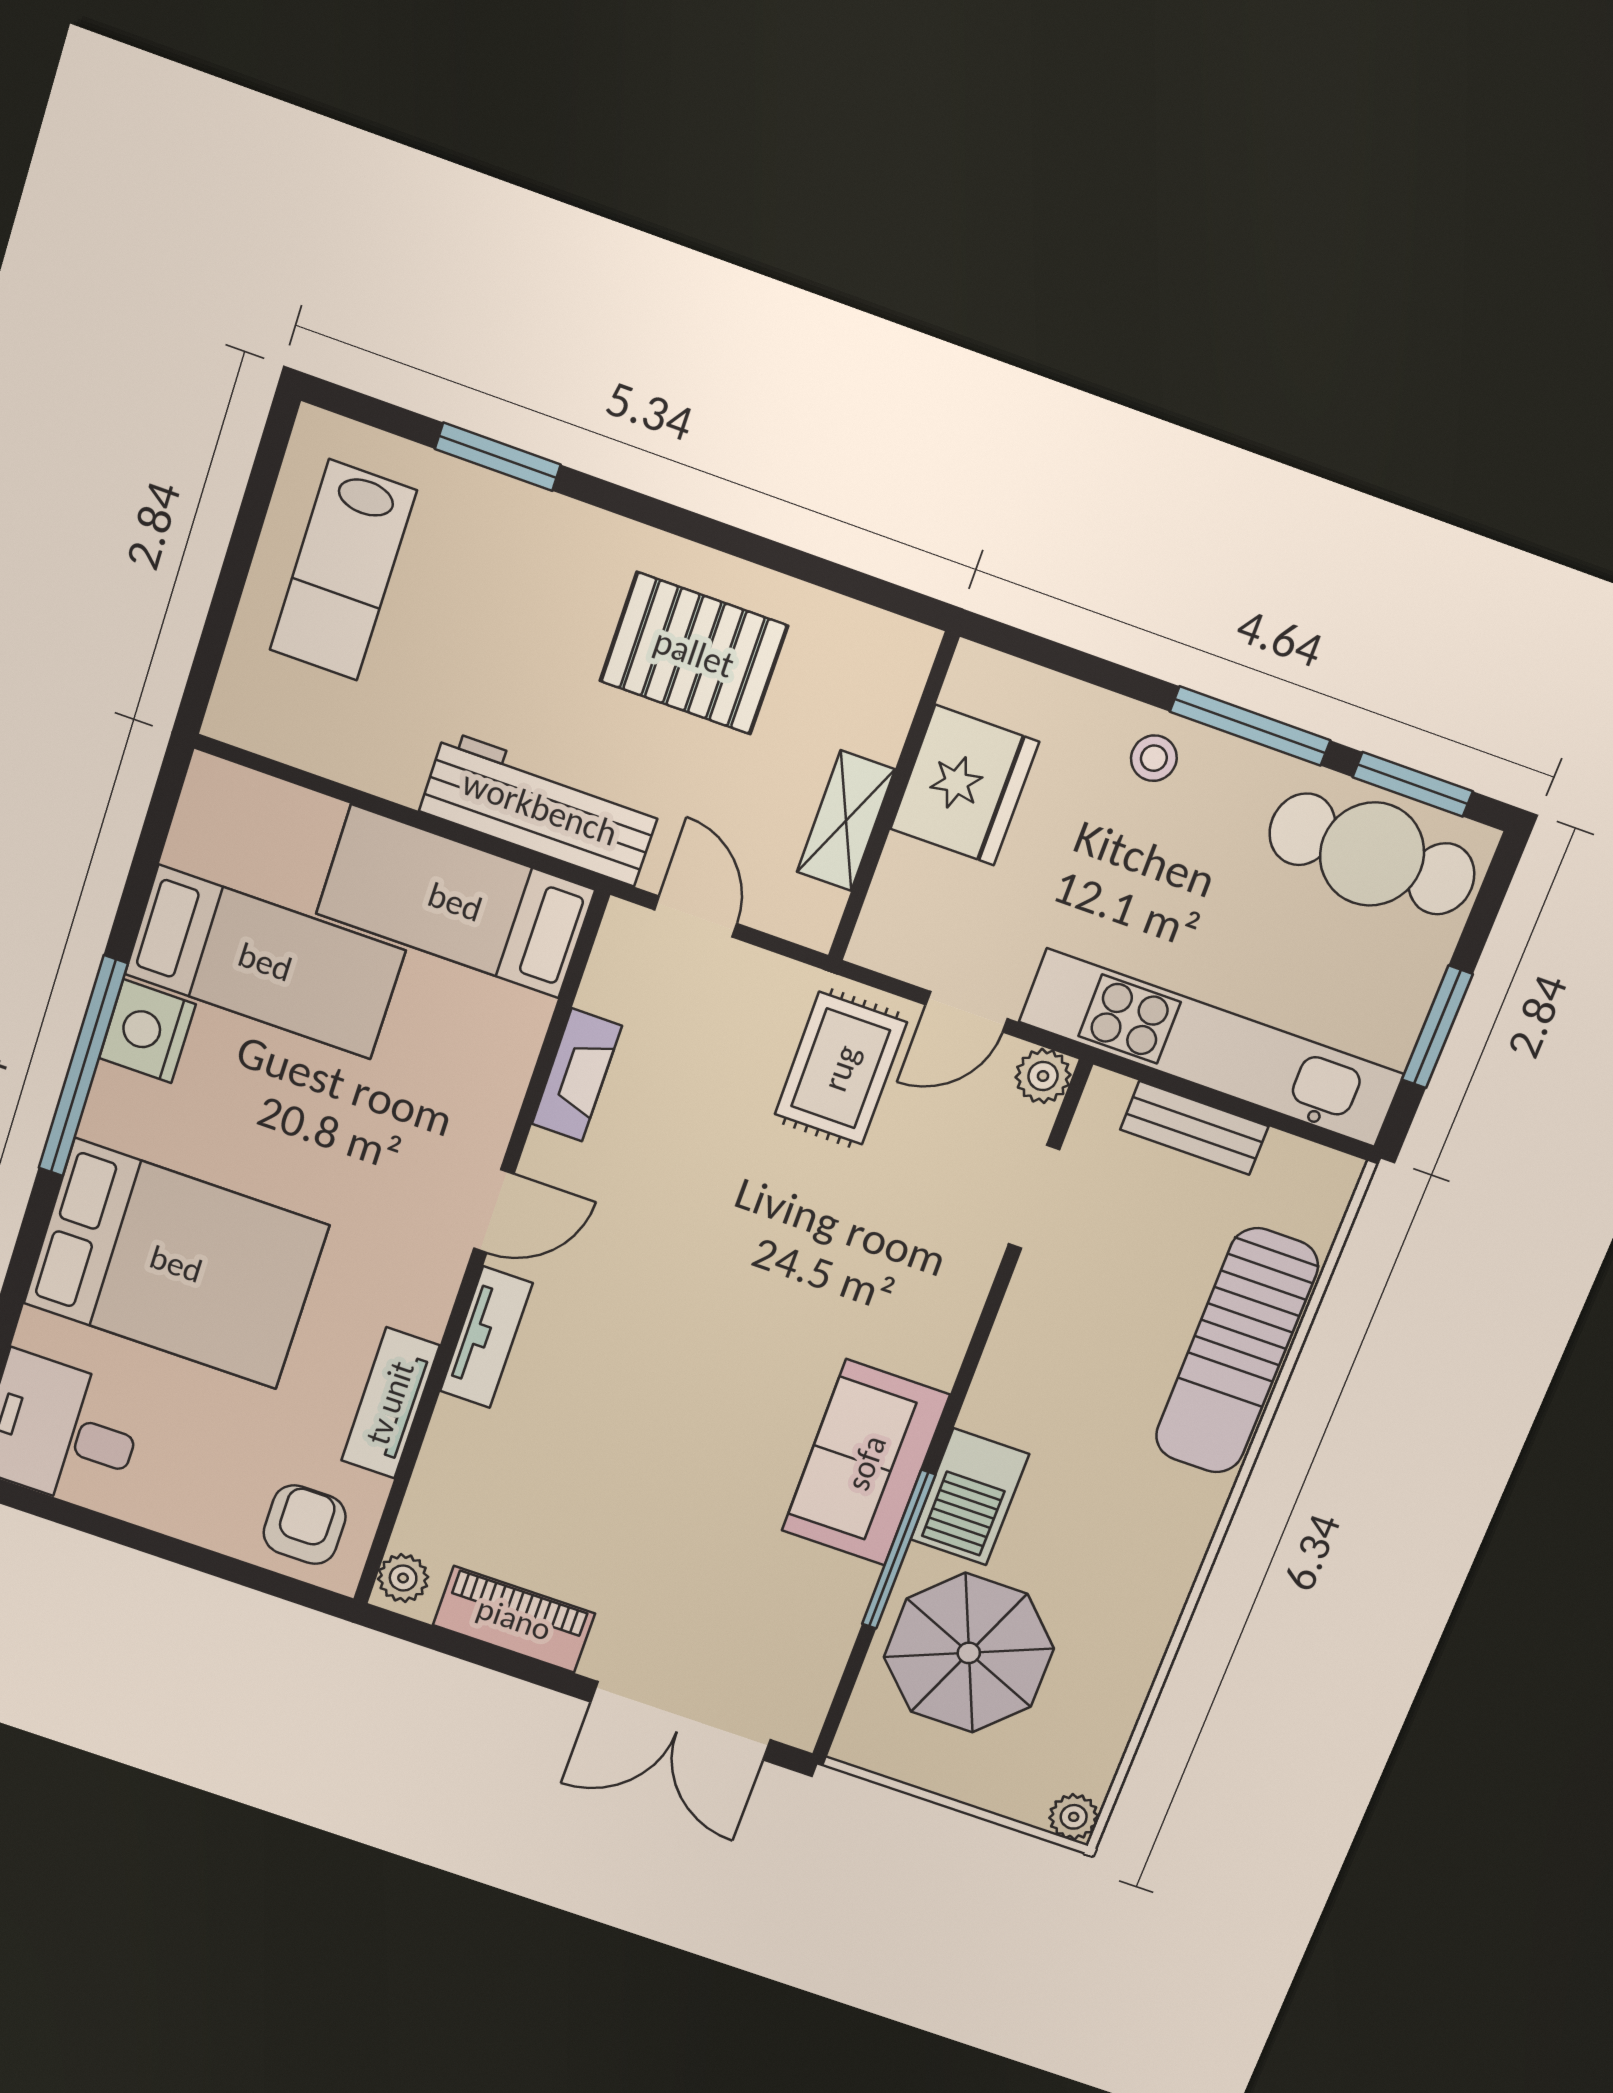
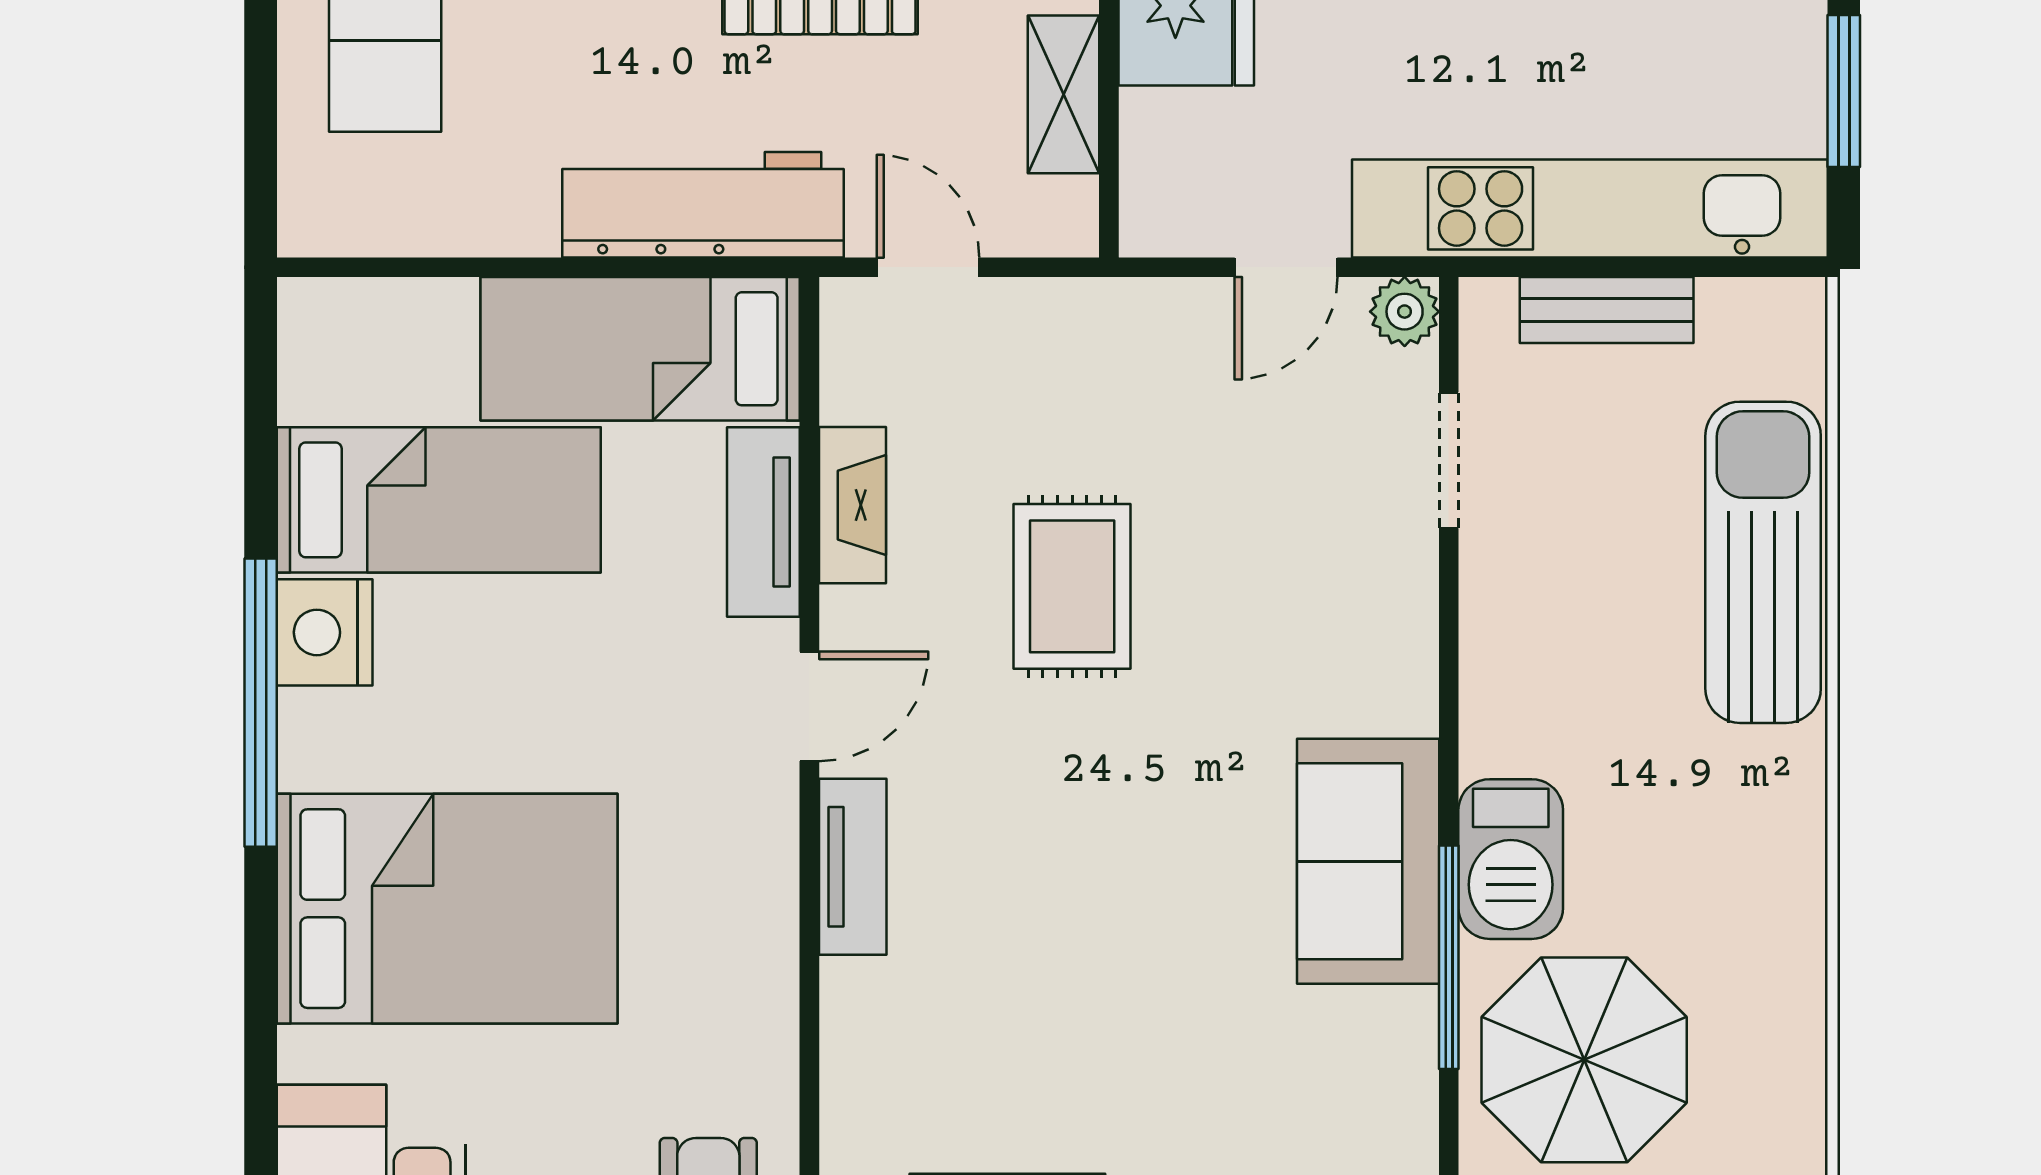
rug: (841, 1068) -> (1072, 586), moved
sun lounger: (1237, 1351) -> (1763, 562), turned 180
tv unit: (390, 1403) -> (763, 522), moved

